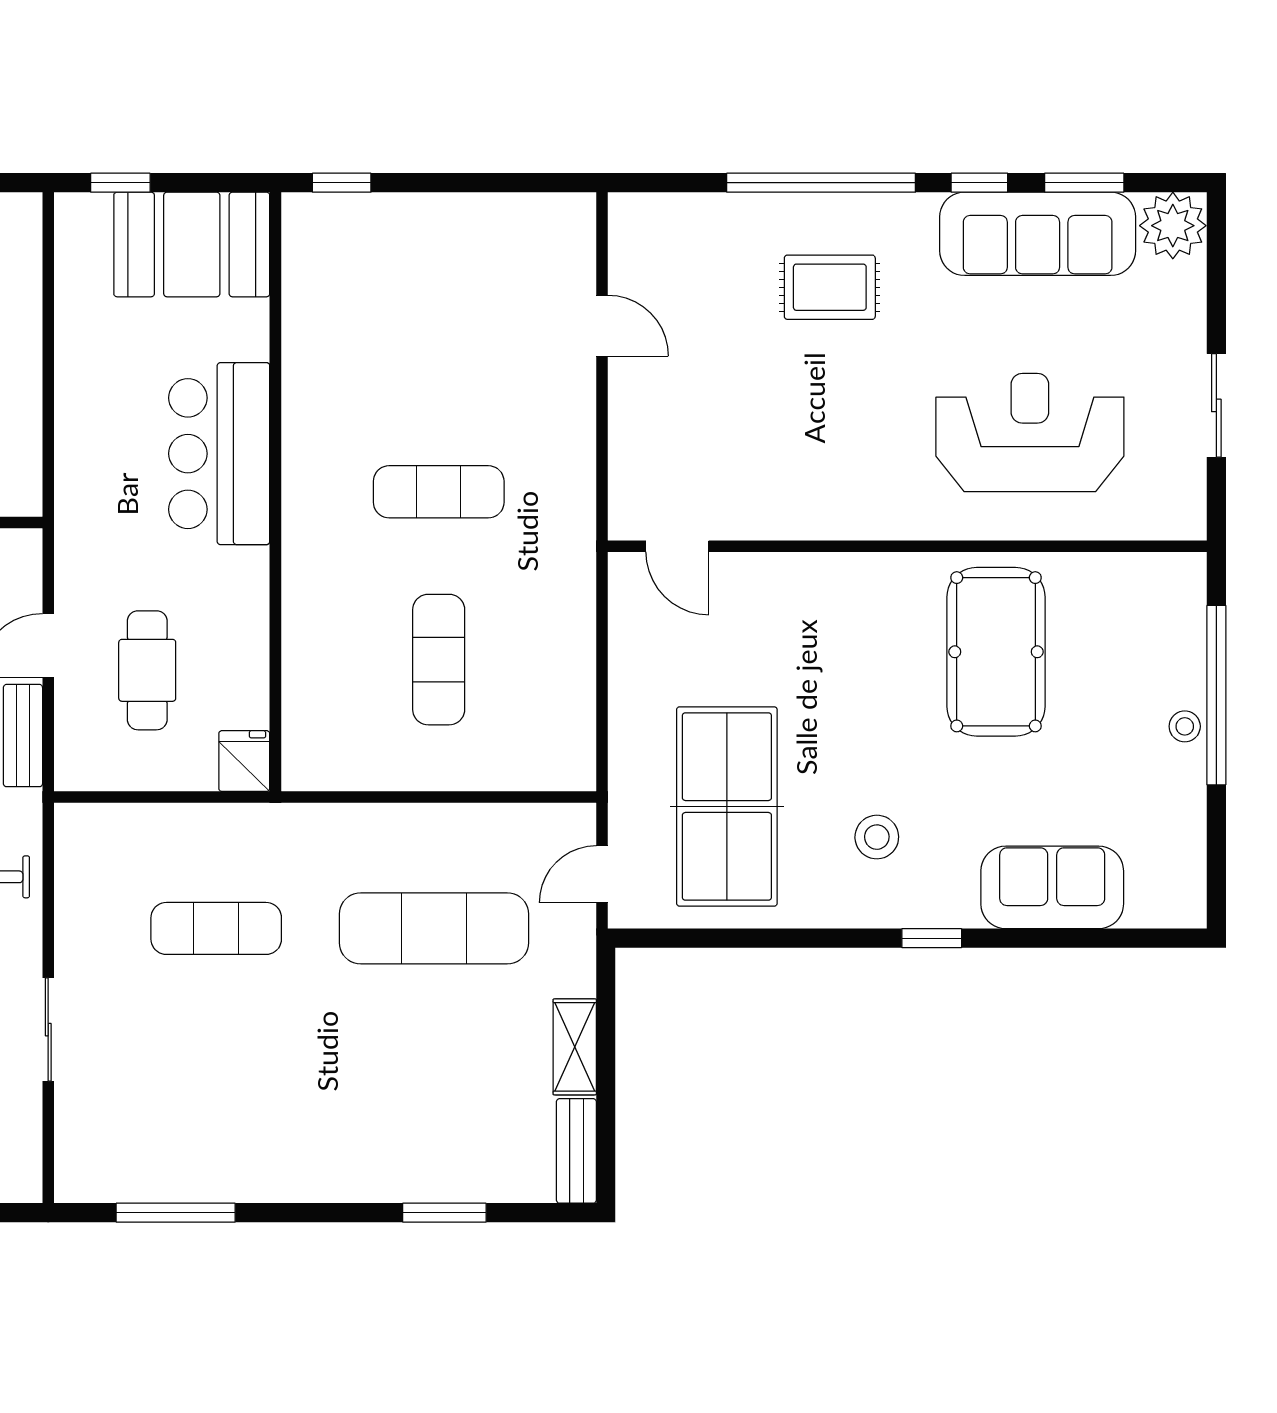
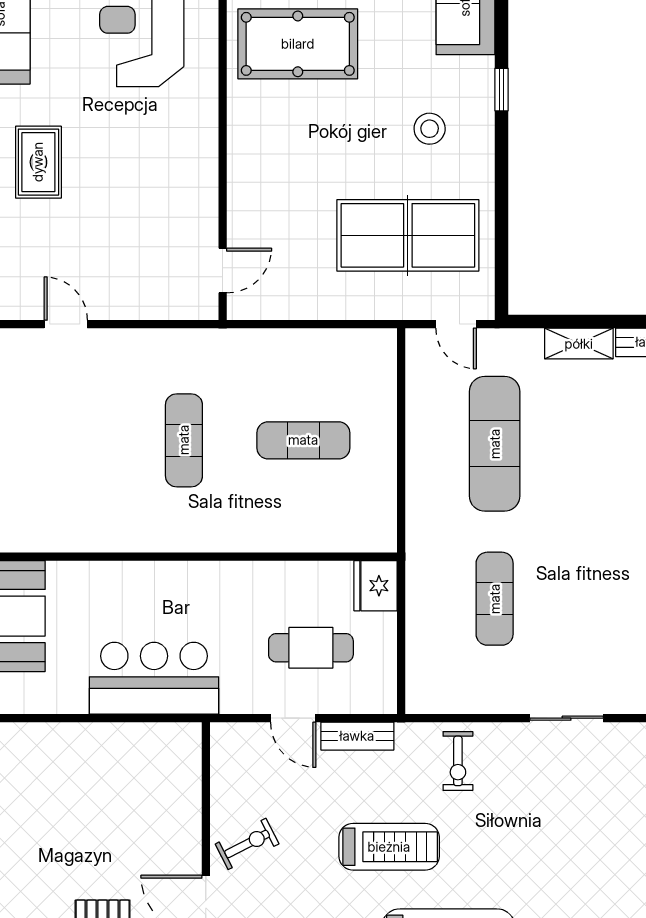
door: (602, 326) -> (66, 324), hinge flipped
bar counter: (219, 454) -> (154, 678), moved, turned 180
fridge: (244, 761) -> (376, 586), width x1.38

